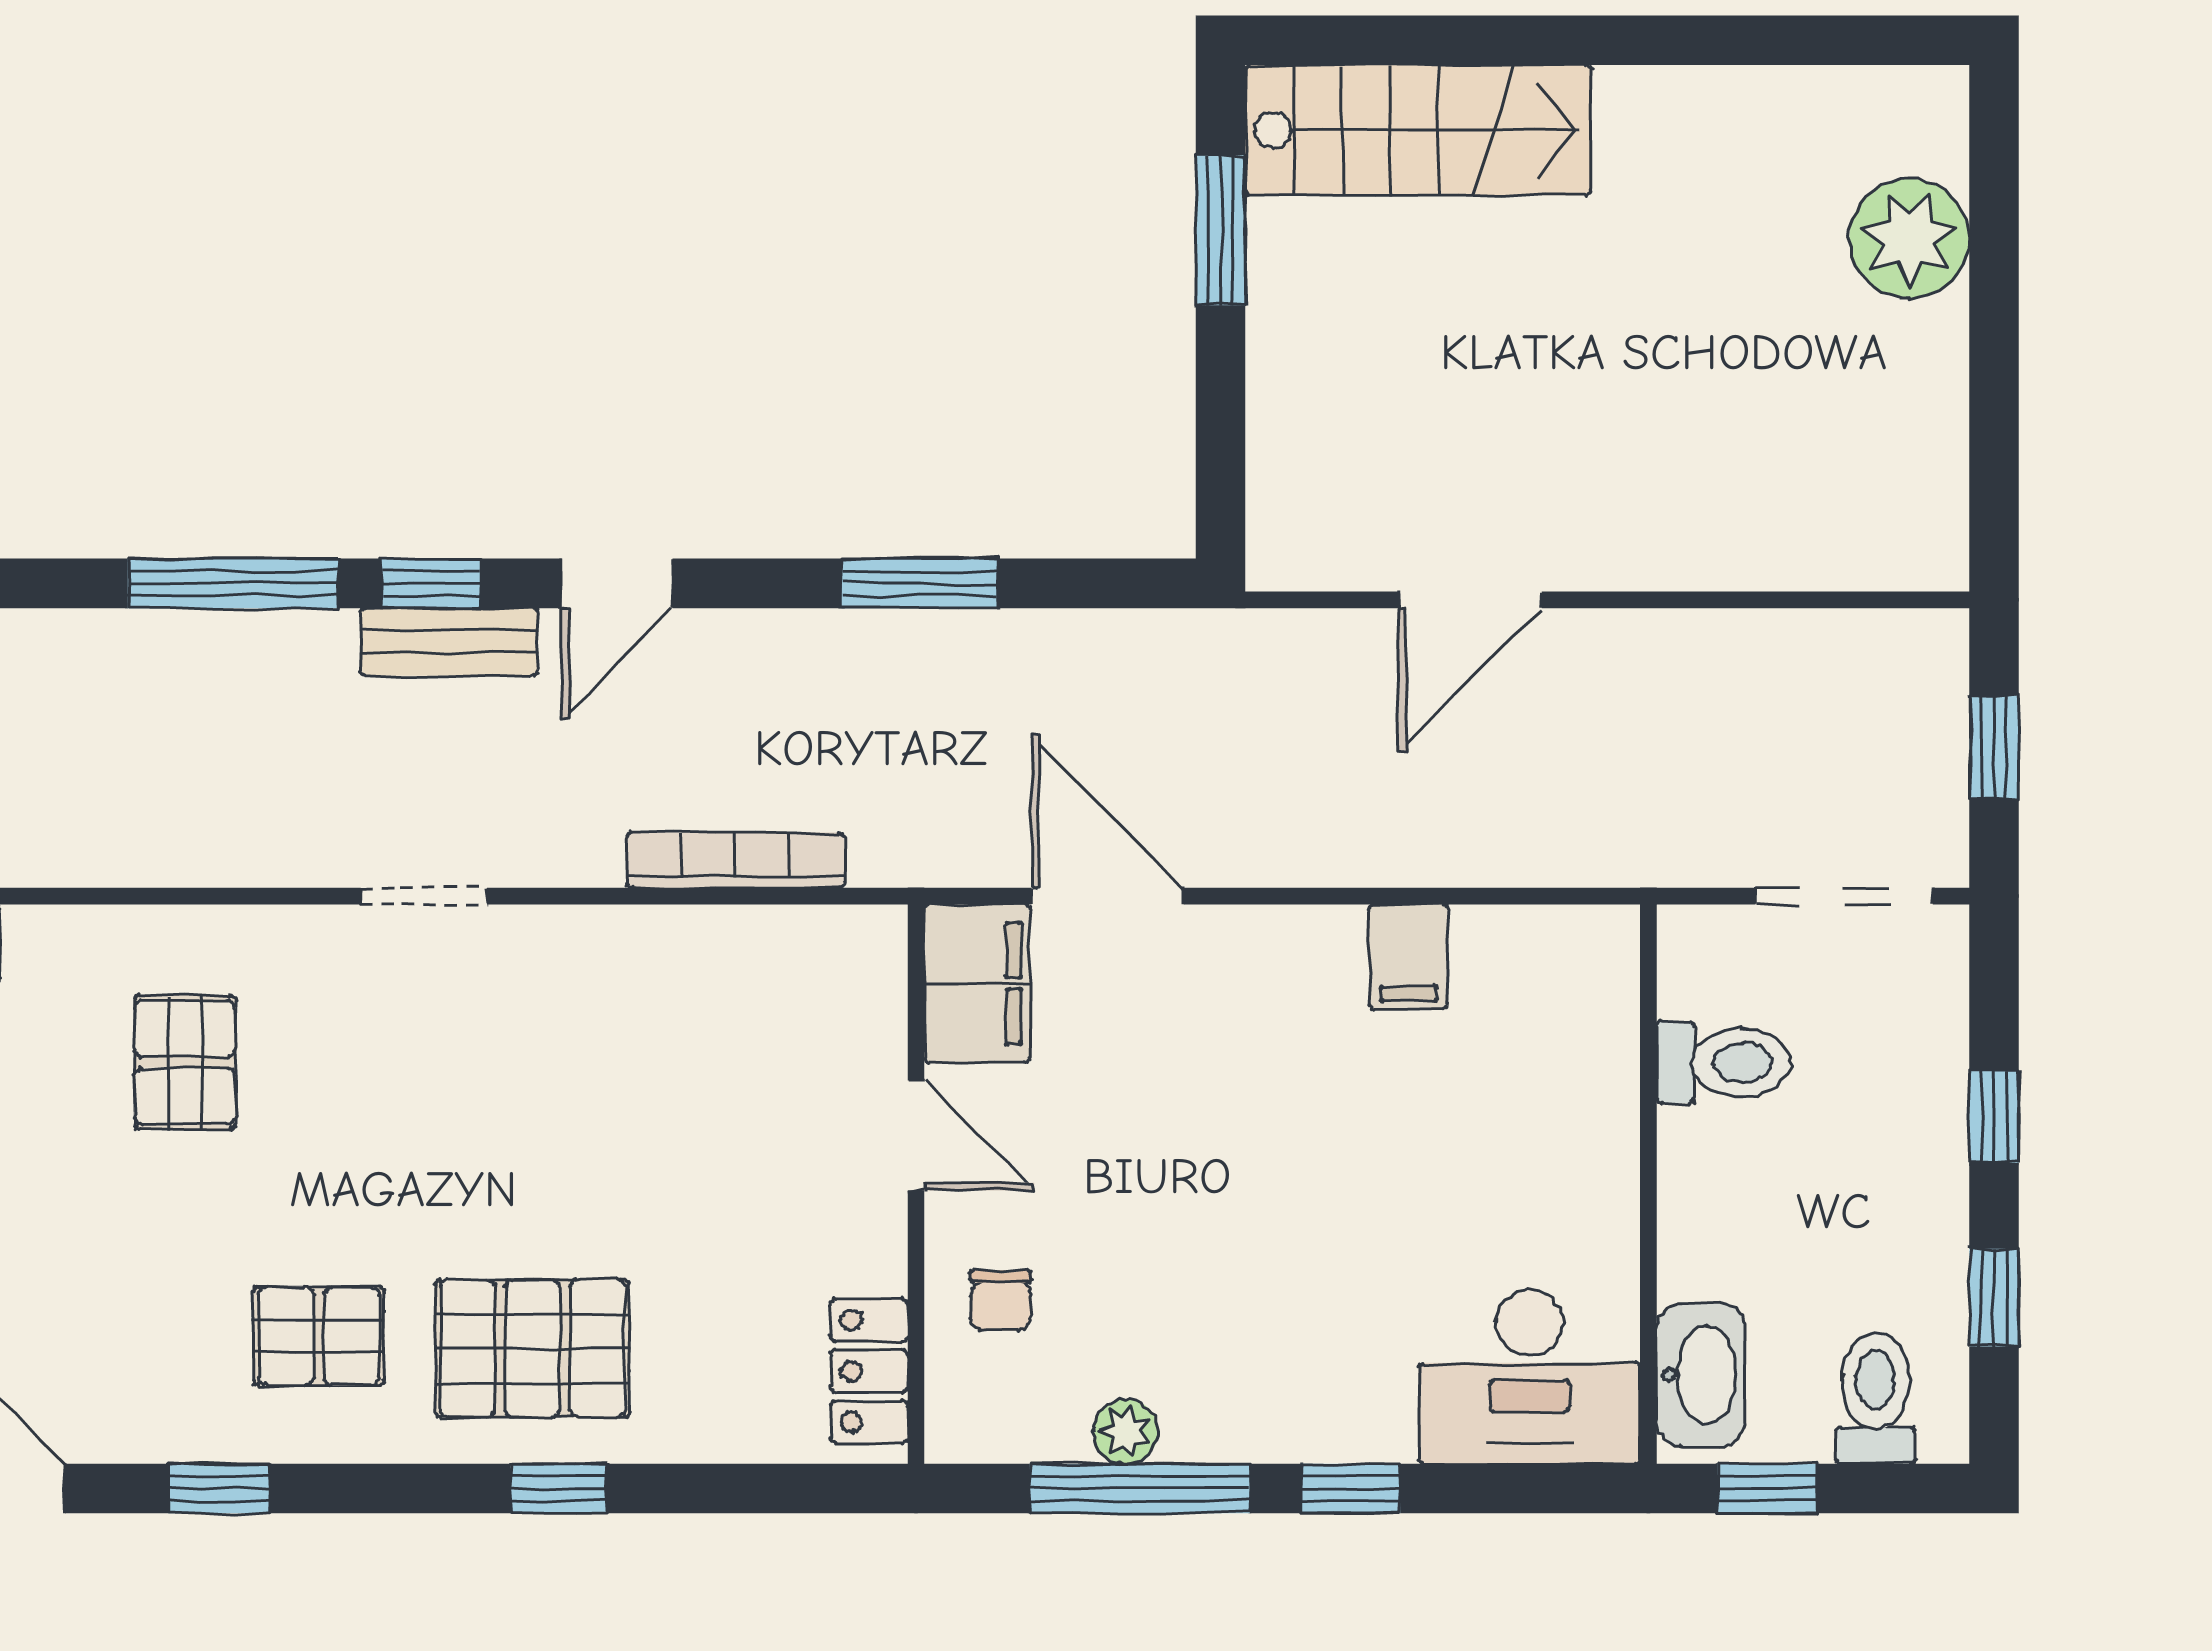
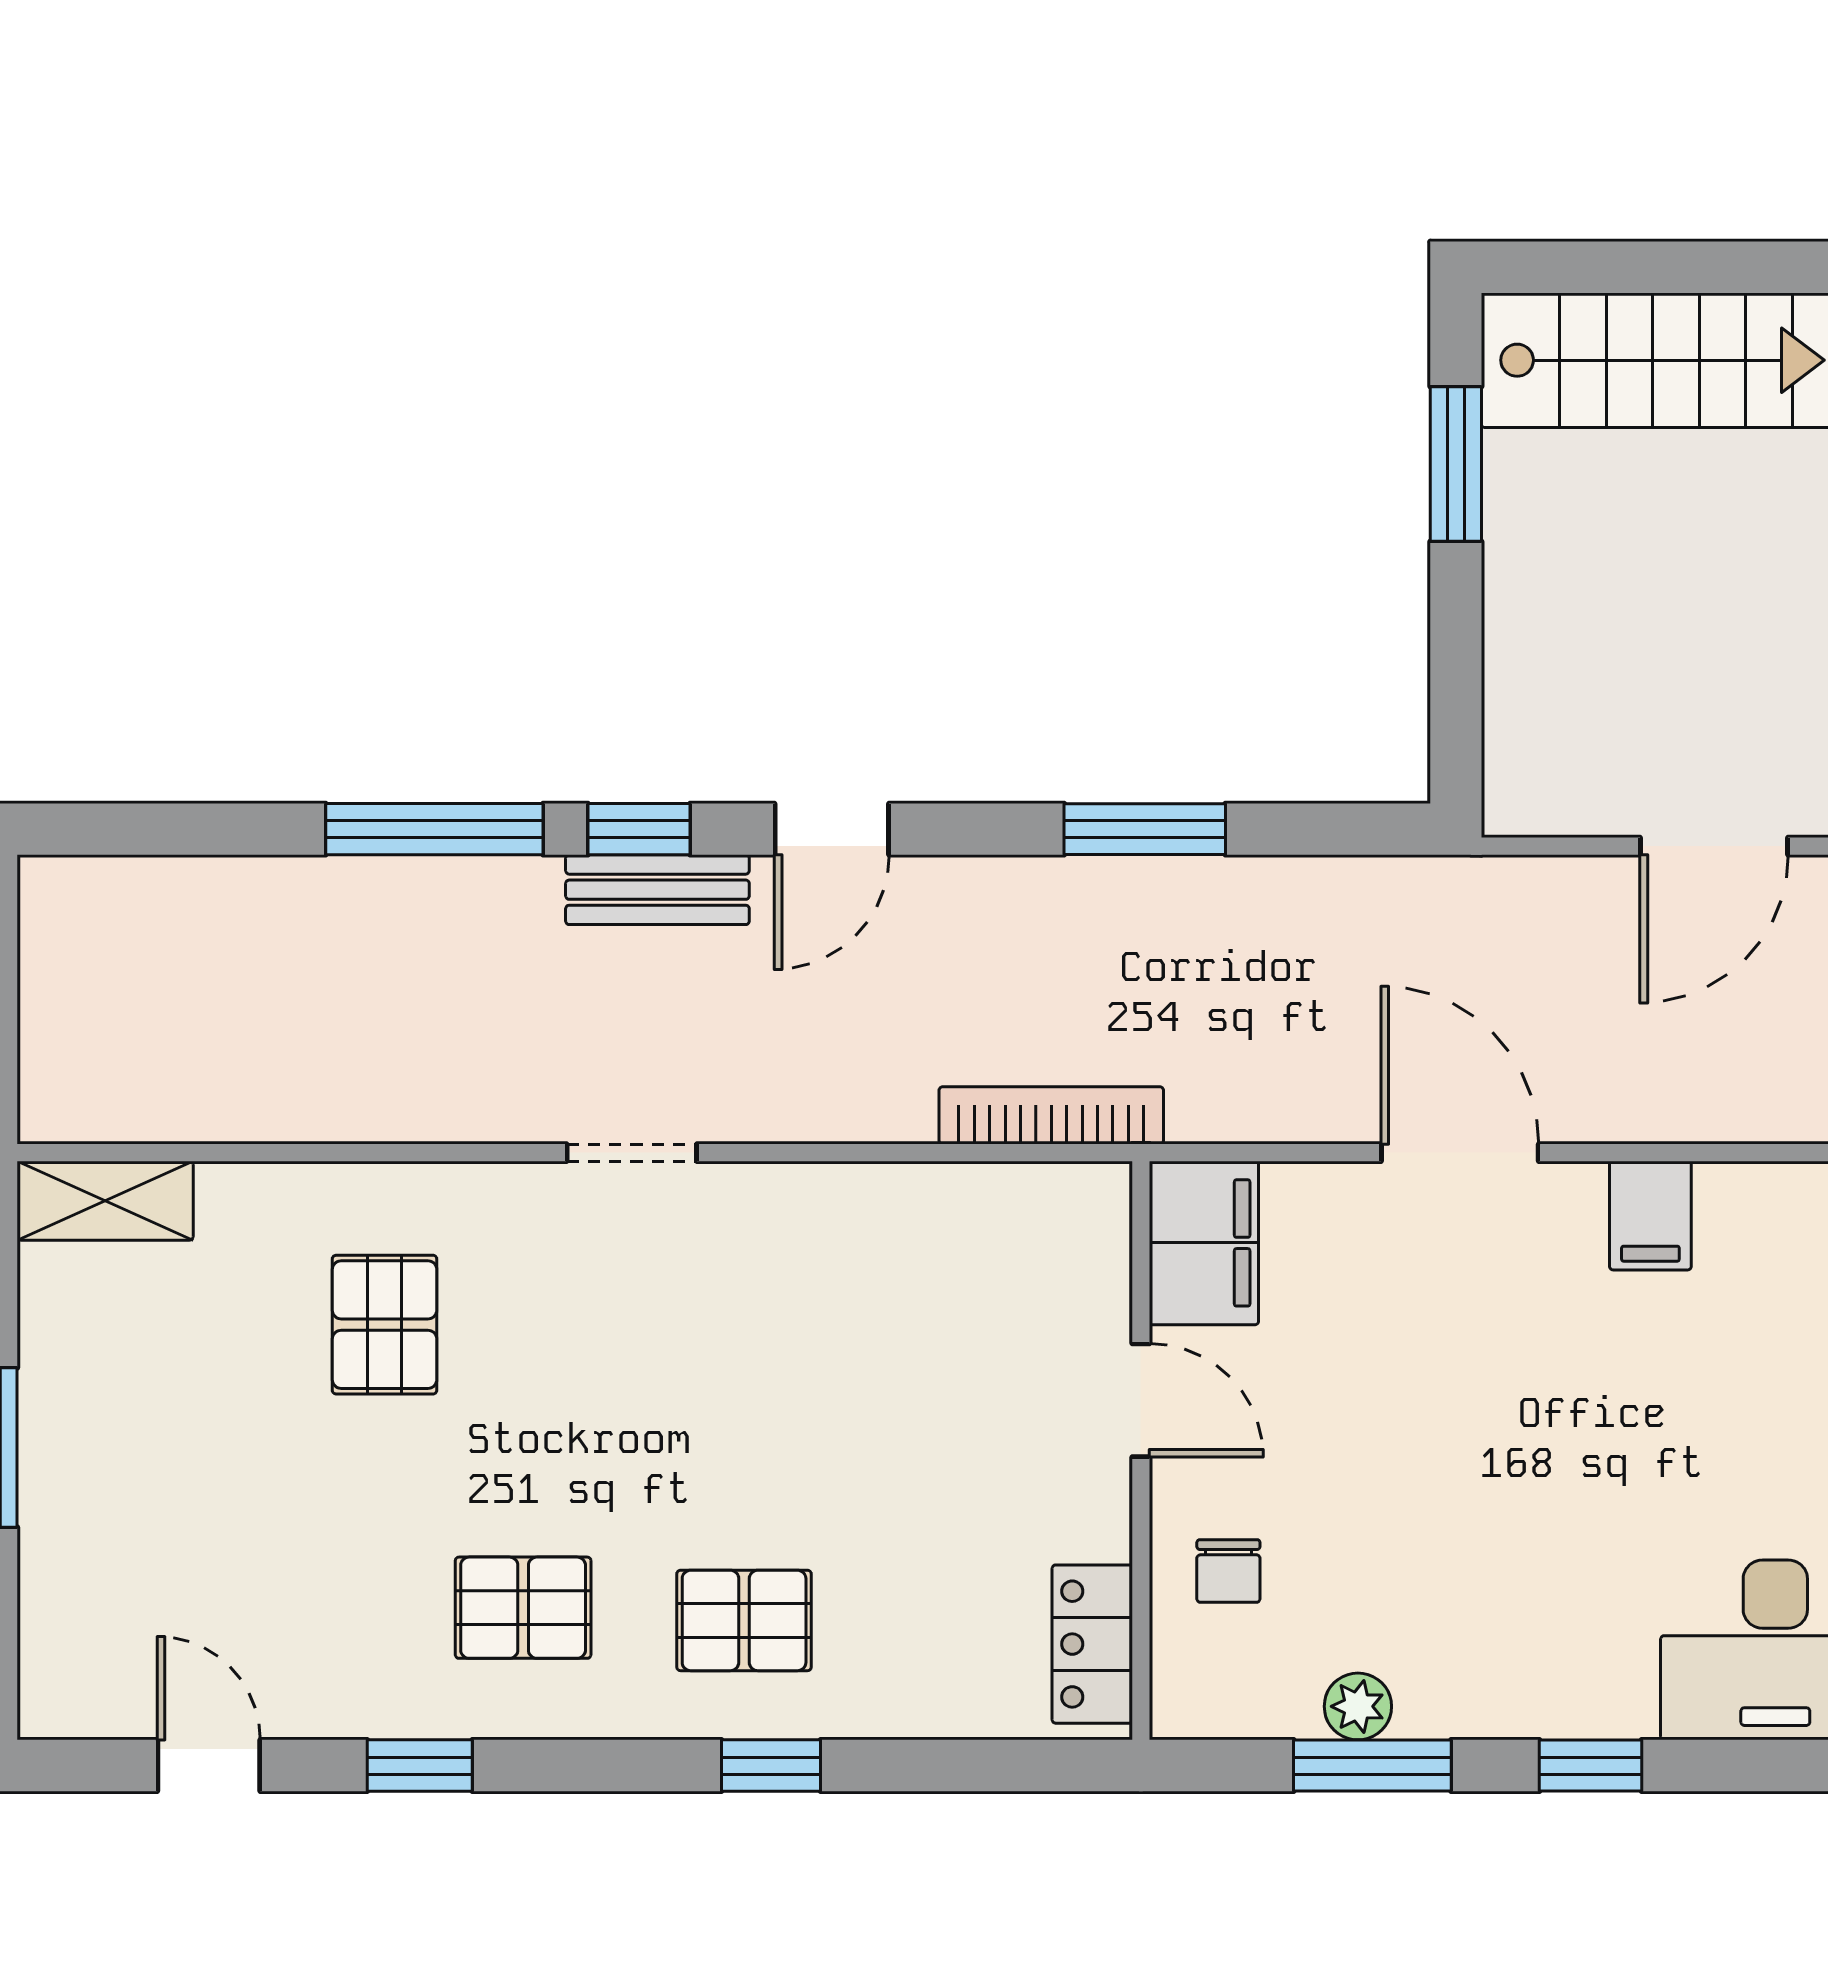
bookcase: (736, 860) -> (1051, 1115), moved
door: (1108, 896) -> (1460, 1153), moved
pallet: (532, 1348) -> (744, 1620), width x0.67, depth x0.71
window: (1140, 1489) -> (1372, 1766), width x0.69

